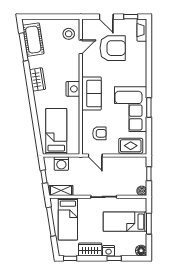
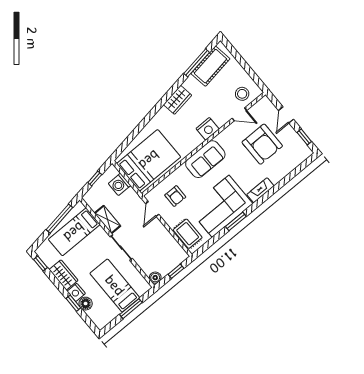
fireplace: (142, 30) -> (260, 190), moved
nightstand: (73, 89) -> (208, 129), moved
bed: (56, 131) -> (149, 160), width x1.50
shelving: (61, 191) -> (108, 220), moved
floor lamp: (141, 251) -> (86, 304), moved

